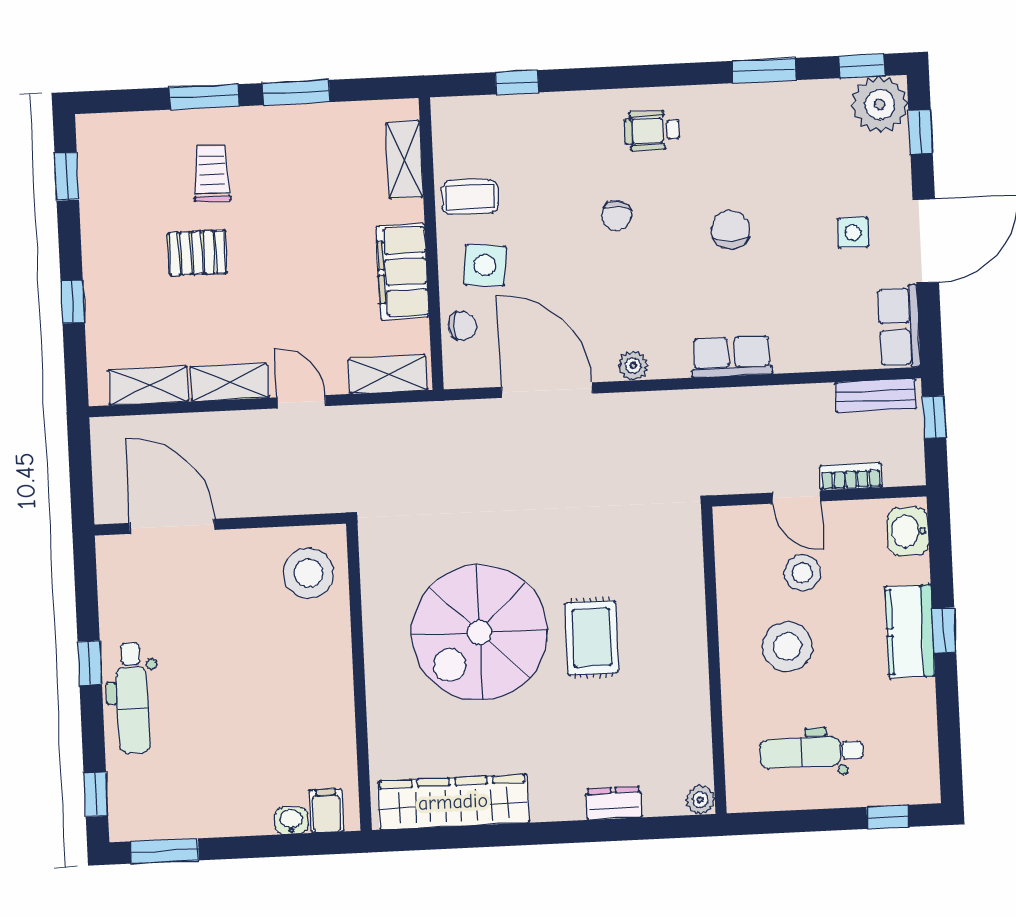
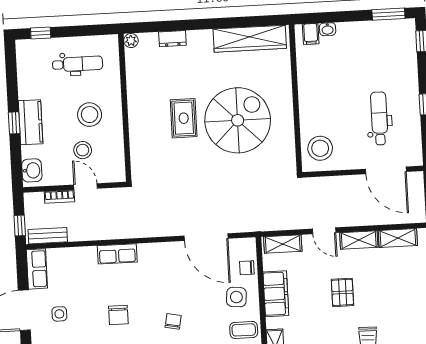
pallet: (197, 253) -> (342, 292), moved, turned 90
plant: (633, 366) -> (165, 249), removed
dental chair: (133, 698) -> (379, 118), moved

